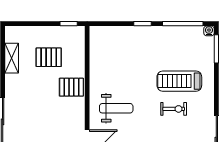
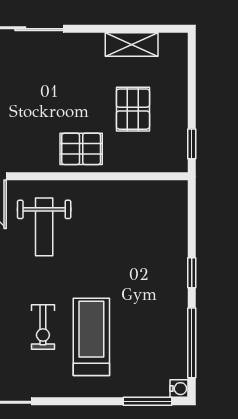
pallet: (71, 87) -> (81, 149), turned 90

